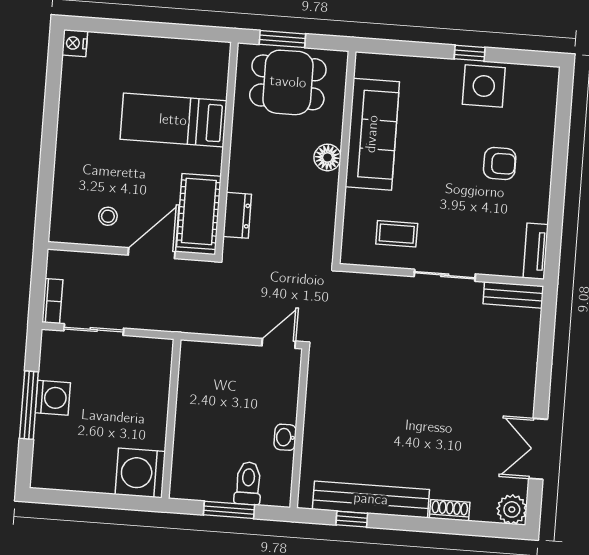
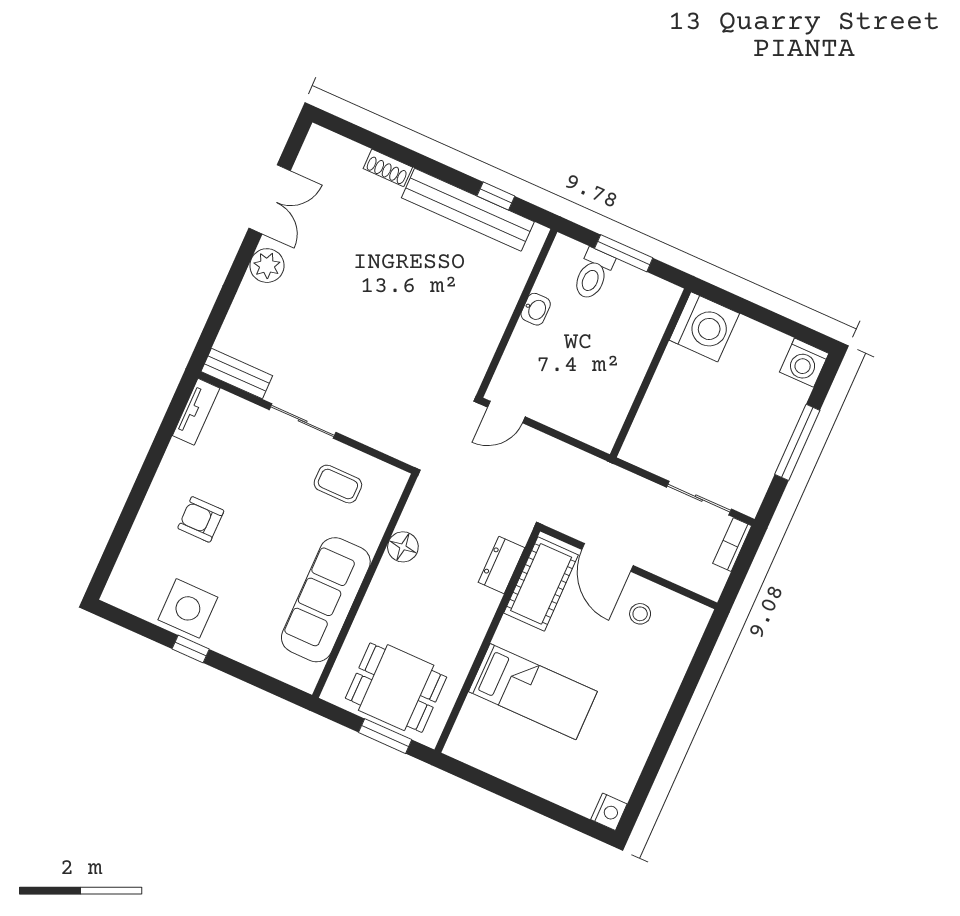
floor lamp: (327, 157) -> (403, 547), moved
door: (152, 253) -> (608, 557), hinge flipped
washing machine: (53, 398) -> (804, 363), moved, turned -90
plant: (512, 509) -> (267, 266), moved

